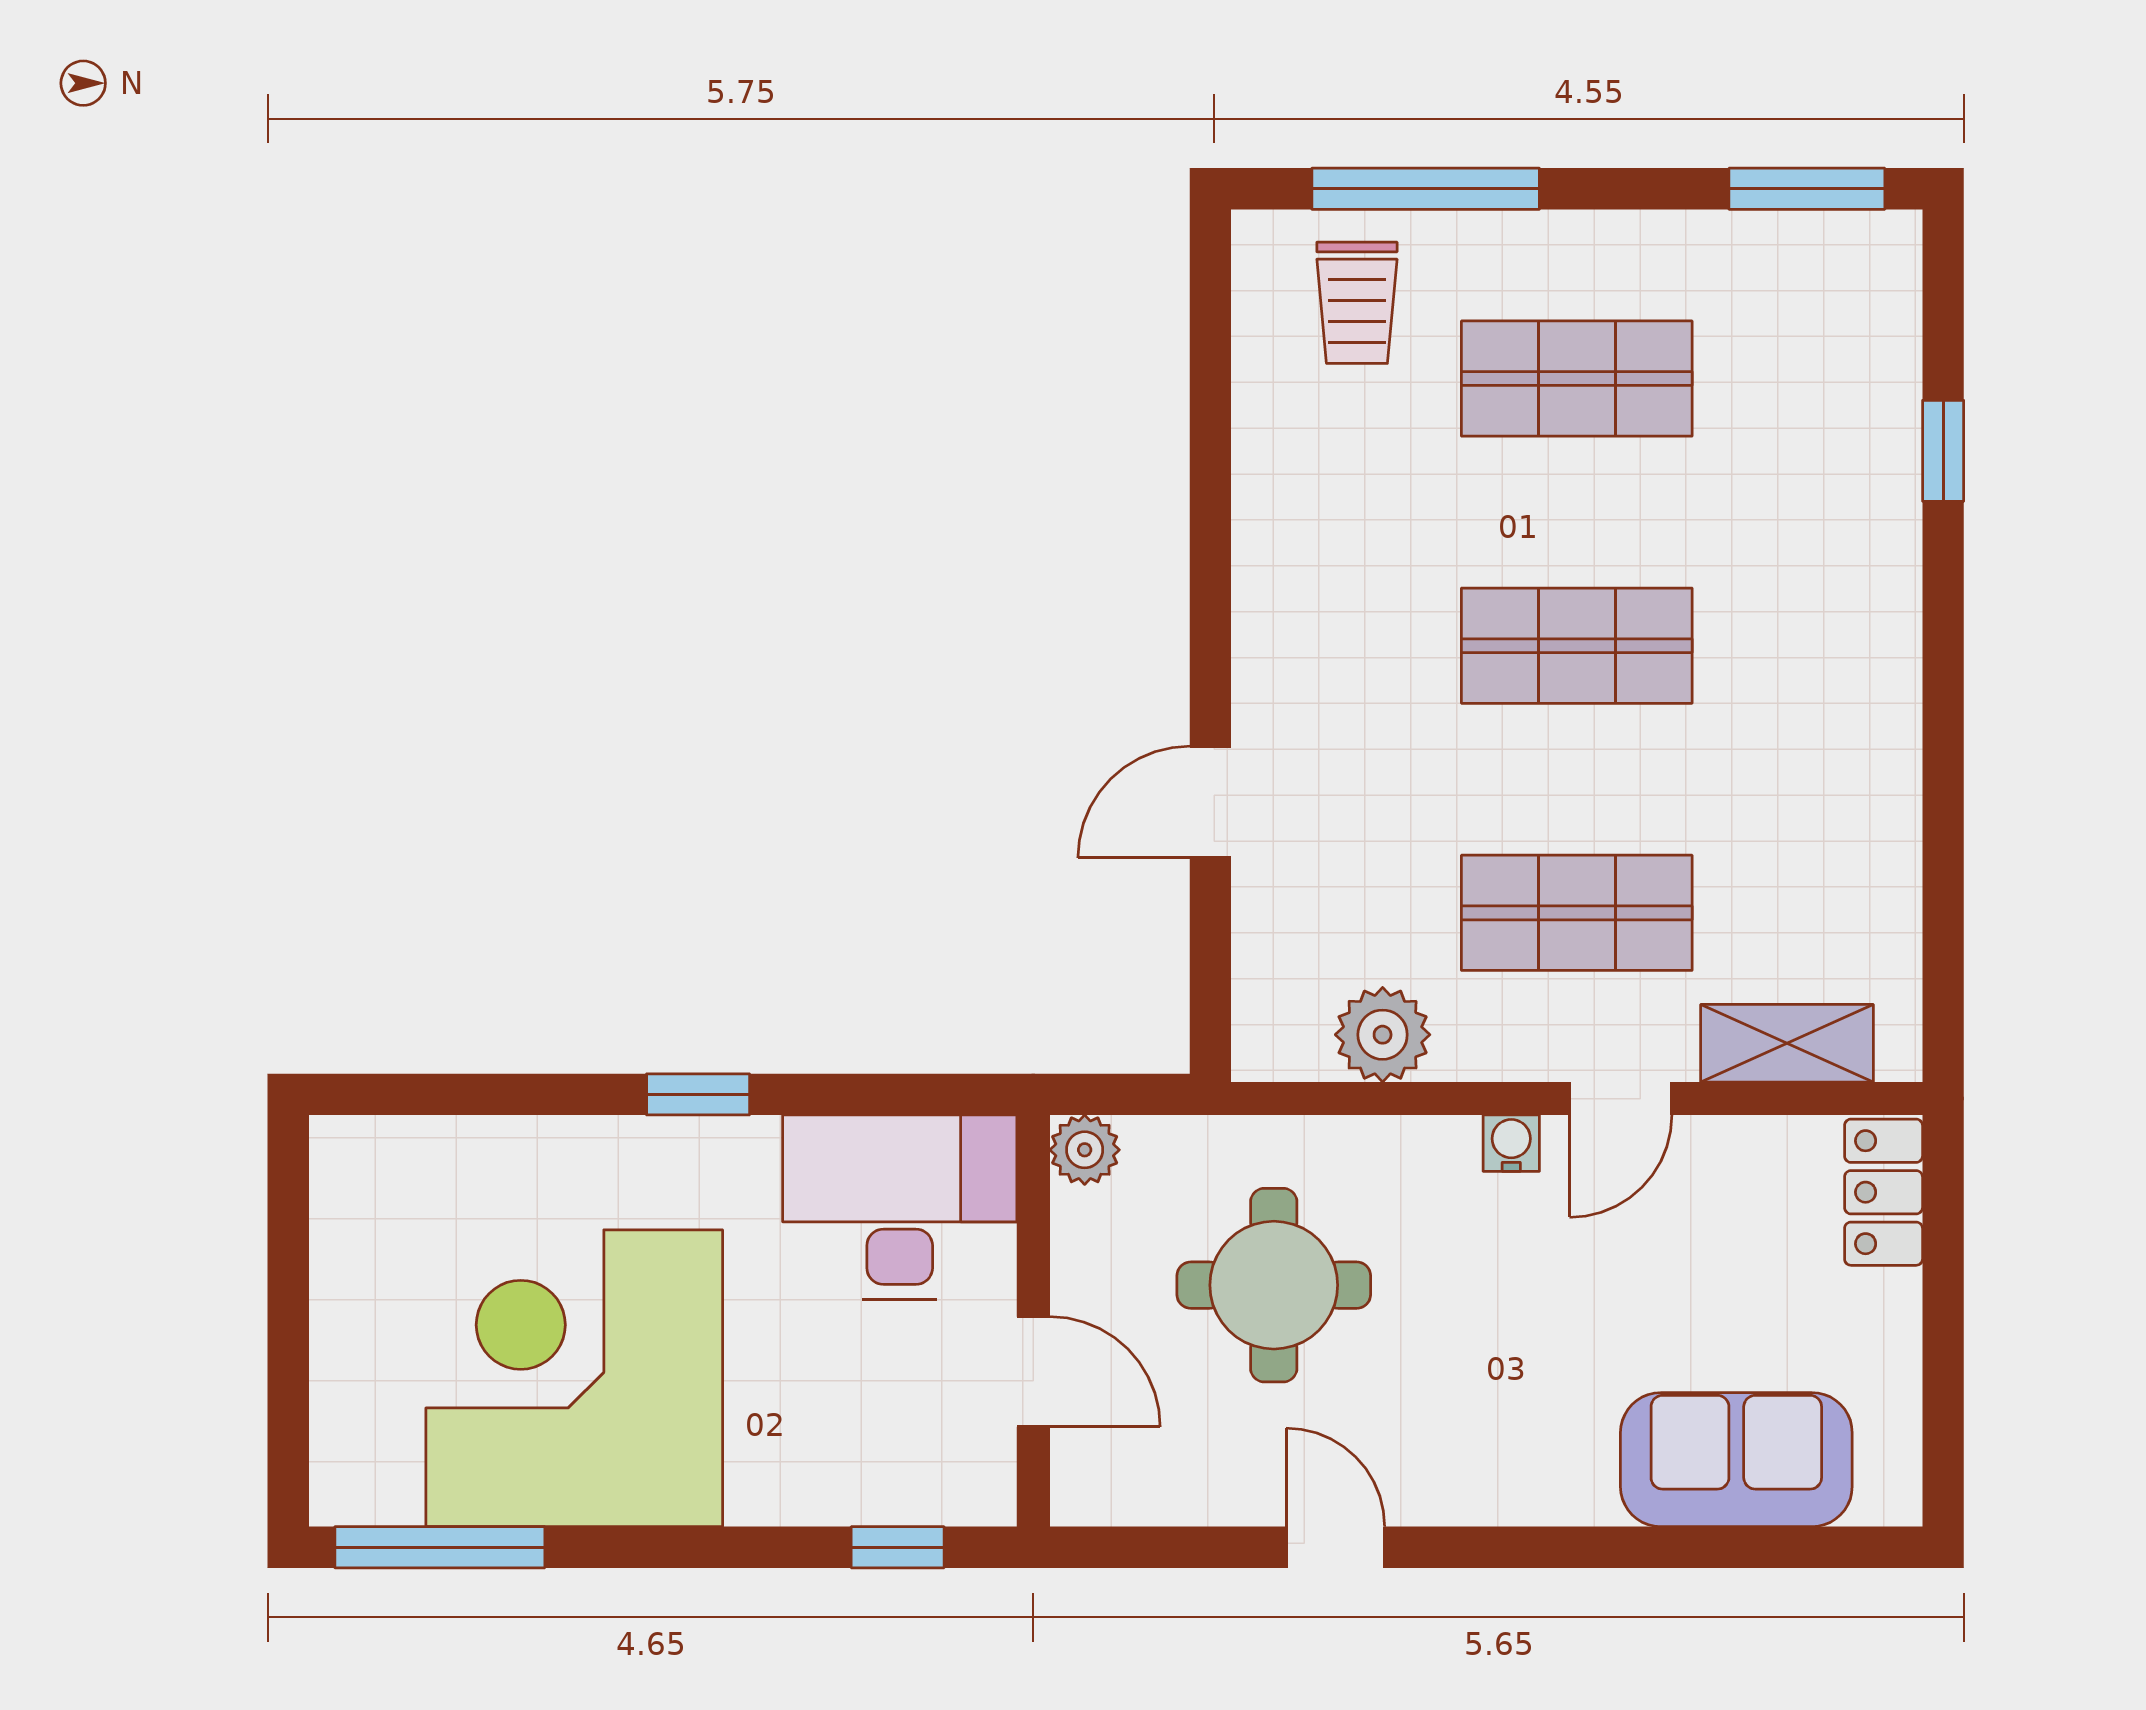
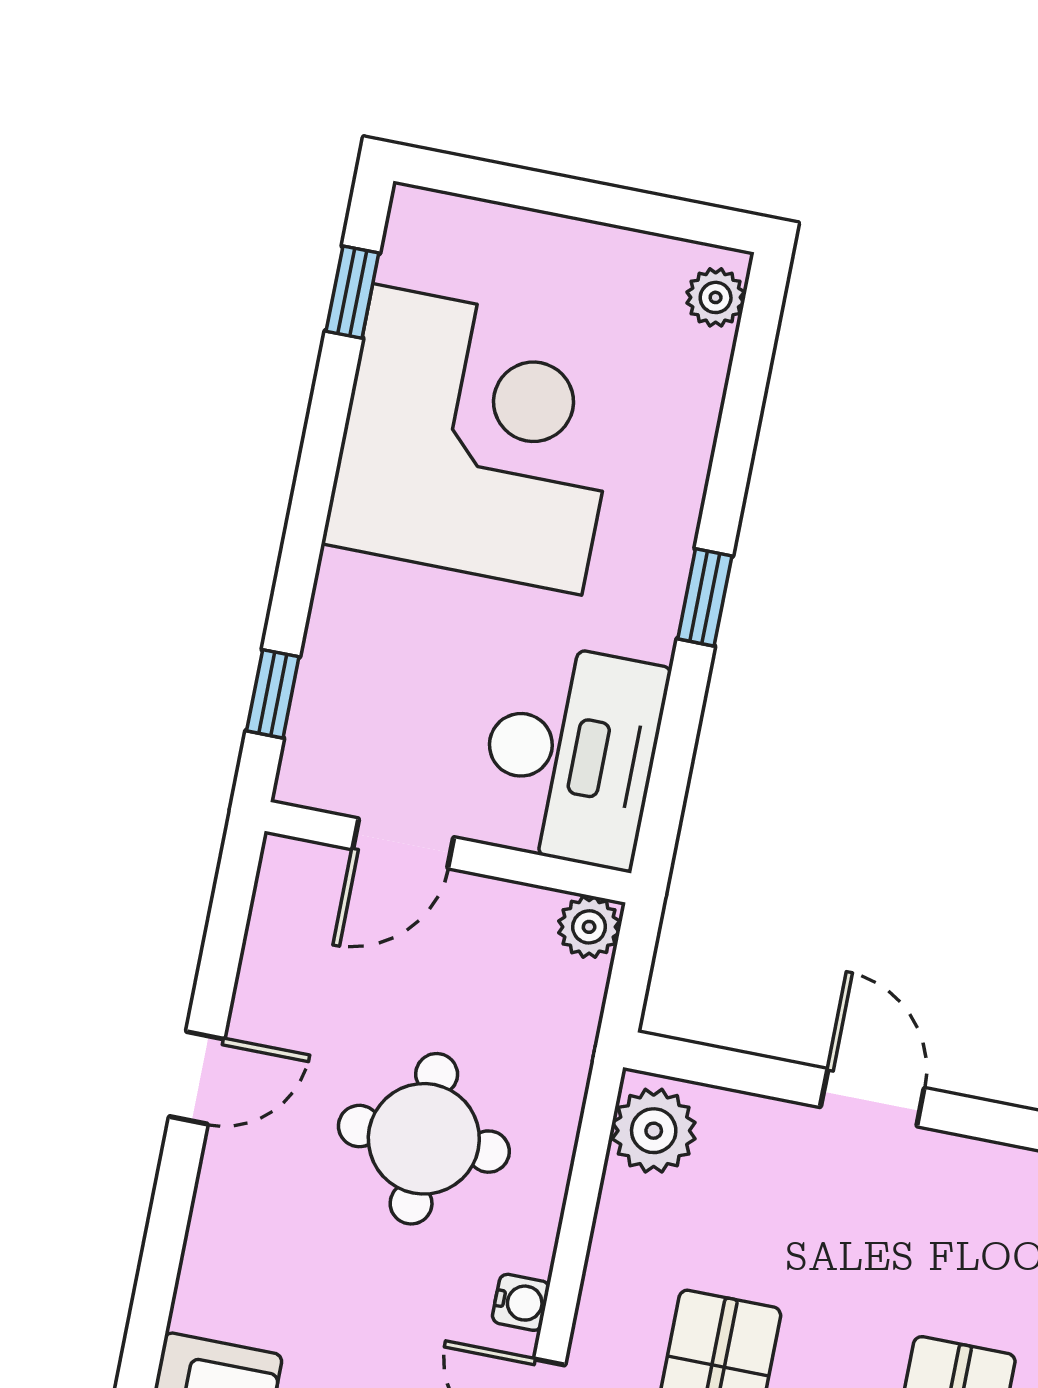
plant: (1383, 1035) -> (654, 1131), moved
plant: (367, 1148) -> (716, 297), added
round table: (1274, 1285) -> (424, 1139), moved
window: (440, 1547) -> (352, 292), width x0.46

